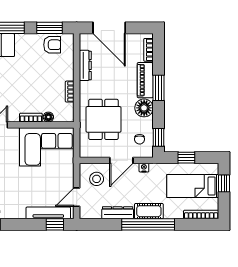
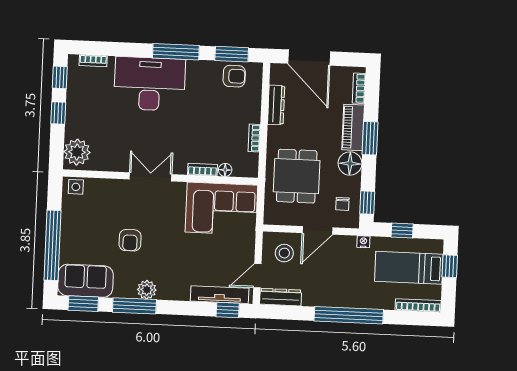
nightstand: (144, 168) -> (363, 242), moved
cot: (149, 211) -> (350, 298), removed
dresser: (118, 213) -> (281, 297), moved

